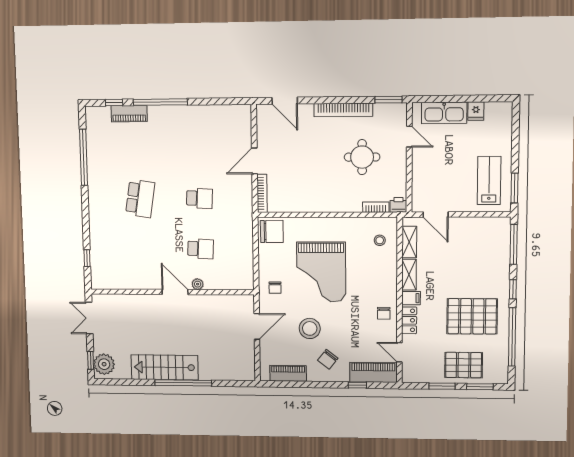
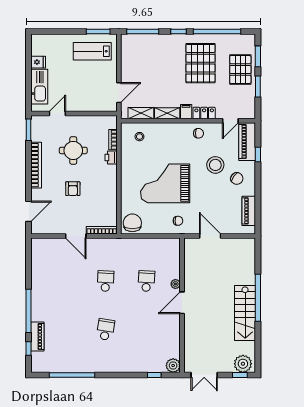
armchair: (314, 157) -> (73, 189), added
school desk: (140, 199) -> (106, 329), width x0.54
printer: (398, 205) -> (111, 158), moved
grand piano: (321, 272) -> (165, 183), turned 180
plant: (99, 281) -> (173, 365), added
stool: (310, 328) -> (215, 165), moved

